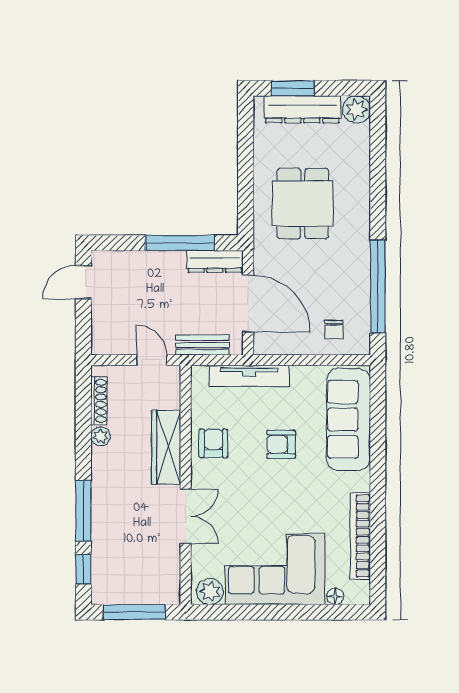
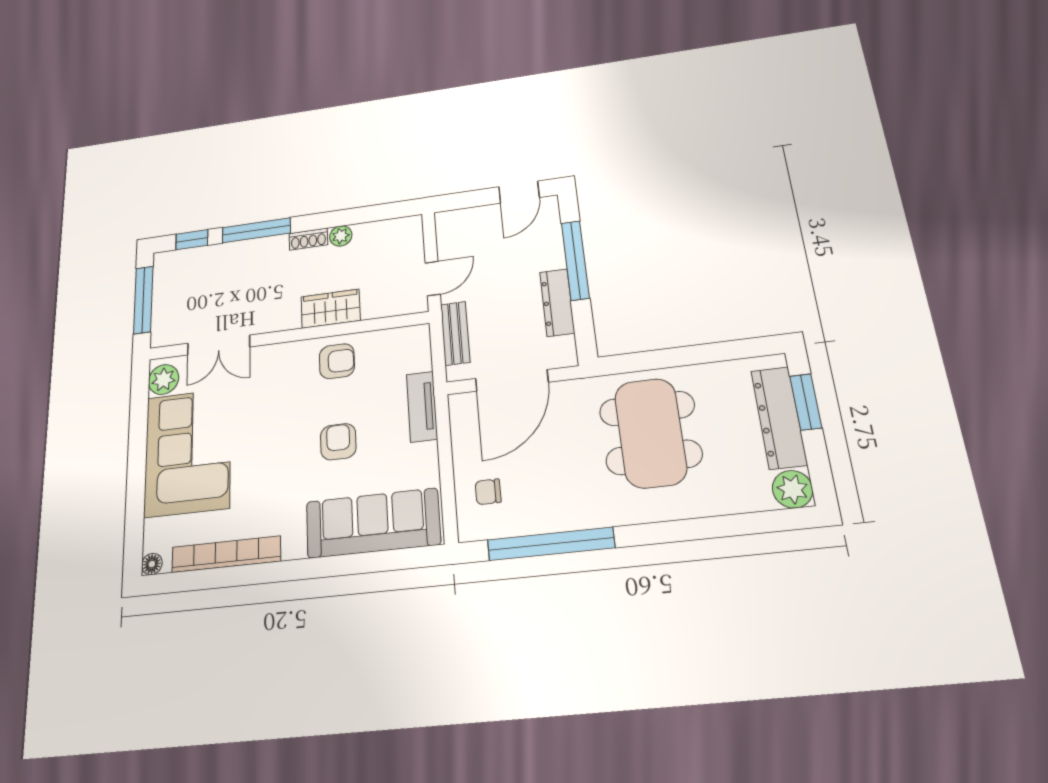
dining table: (303, 204) -> (650, 433), width x1.37
window: (180, 243) -> (575, 260), moved
dresser: (215, 261) -> (557, 302), moved
door: (83, 282) -> (519, 192), swing flipped
tv unit: (249, 376) -> (422, 407), width x0.71
shoe rack: (99, 401) -> (308, 239), moved, width x0.70
wardrobe: (166, 447) -> (331, 309), width x0.67
double door: (186, 516) -> (219, 345), moved
floor lamp: (335, 596) -> (152, 564), moved

